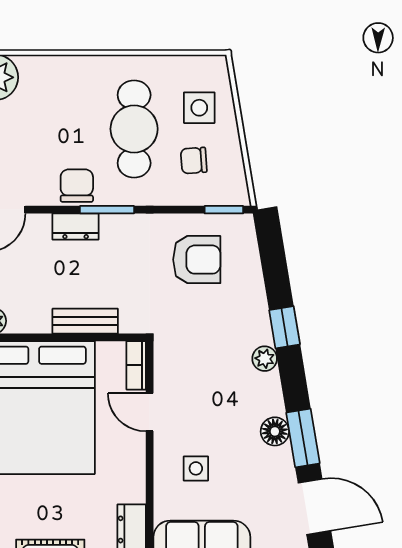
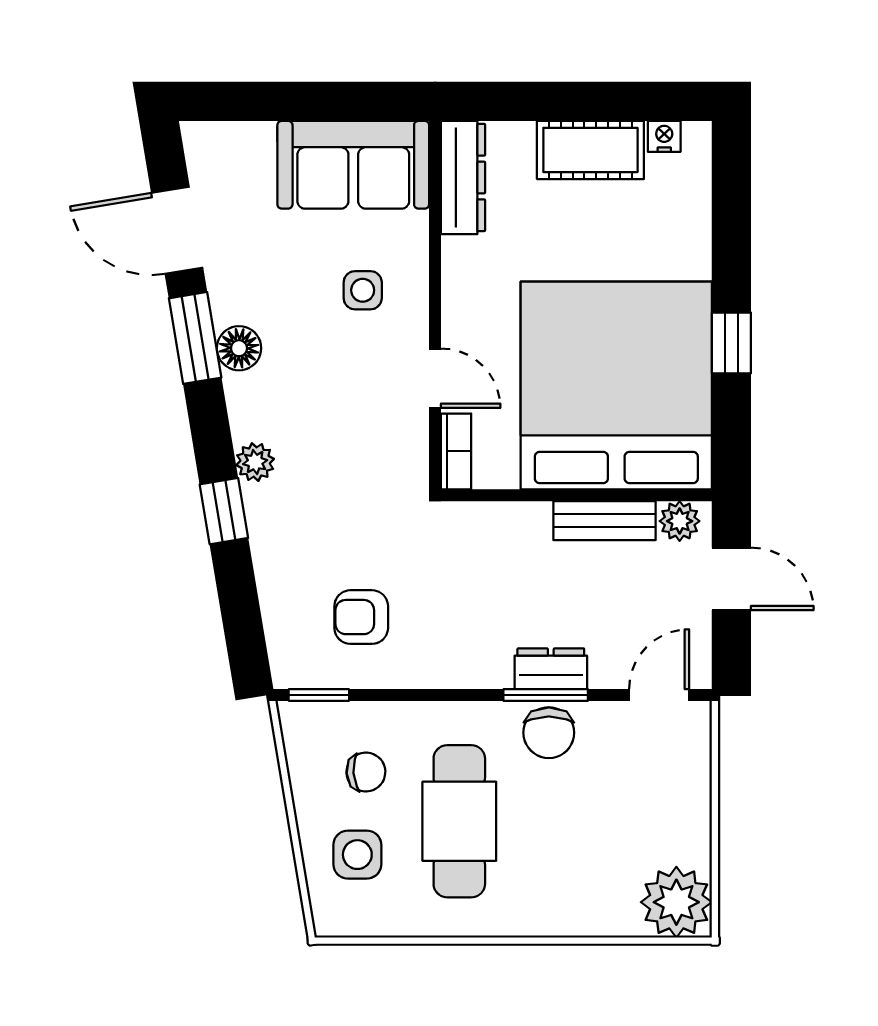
window: (107, 210) -> (546, 695), moved
armchair: (197, 260) -> (361, 617), width x0.72, depth x0.72
bench: (85, 321) -> (605, 521), moved

